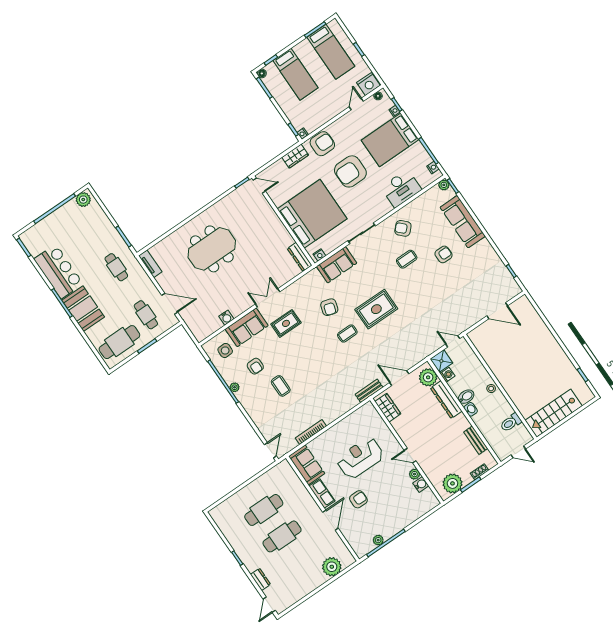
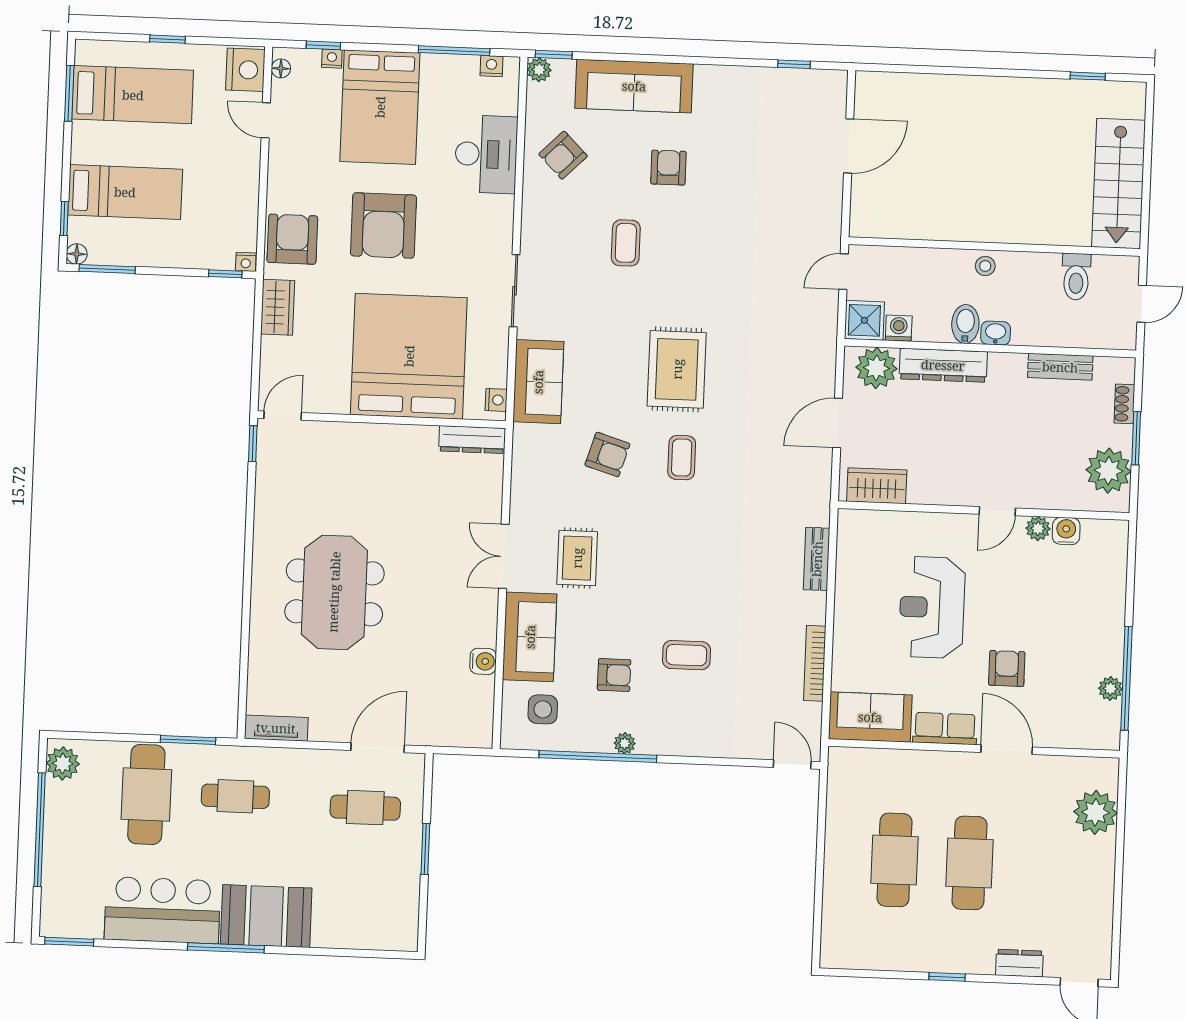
armchair: (403, 228) -> (563, 155), moved
cafe table: (119, 342) -> (146, 794), moved
bench: (369, 391) -> (817, 559), moved

